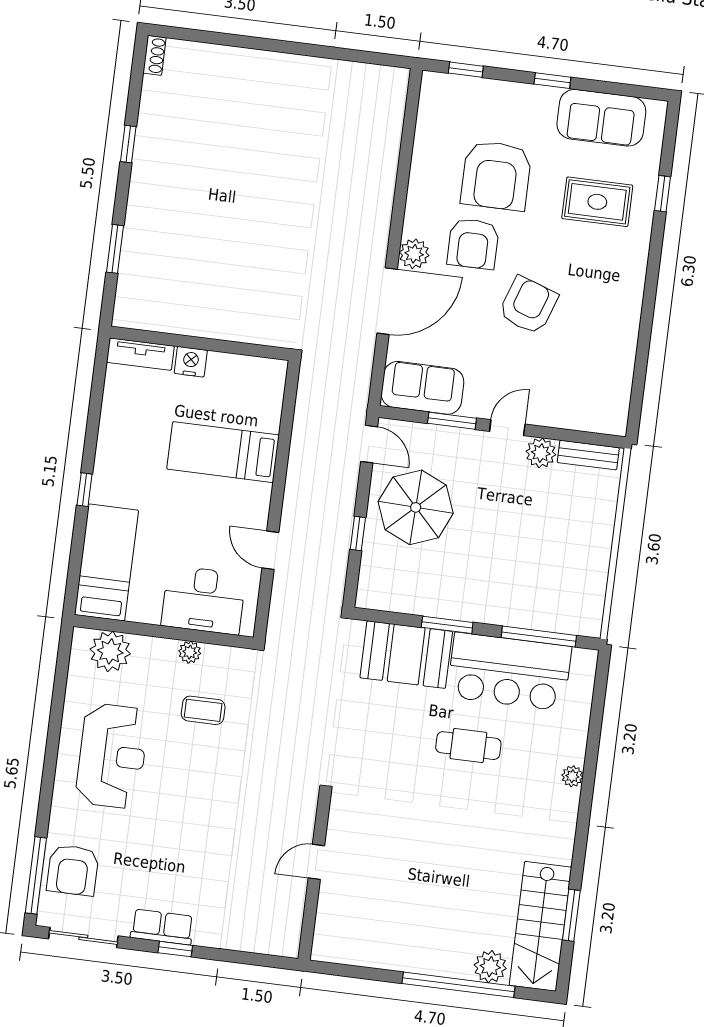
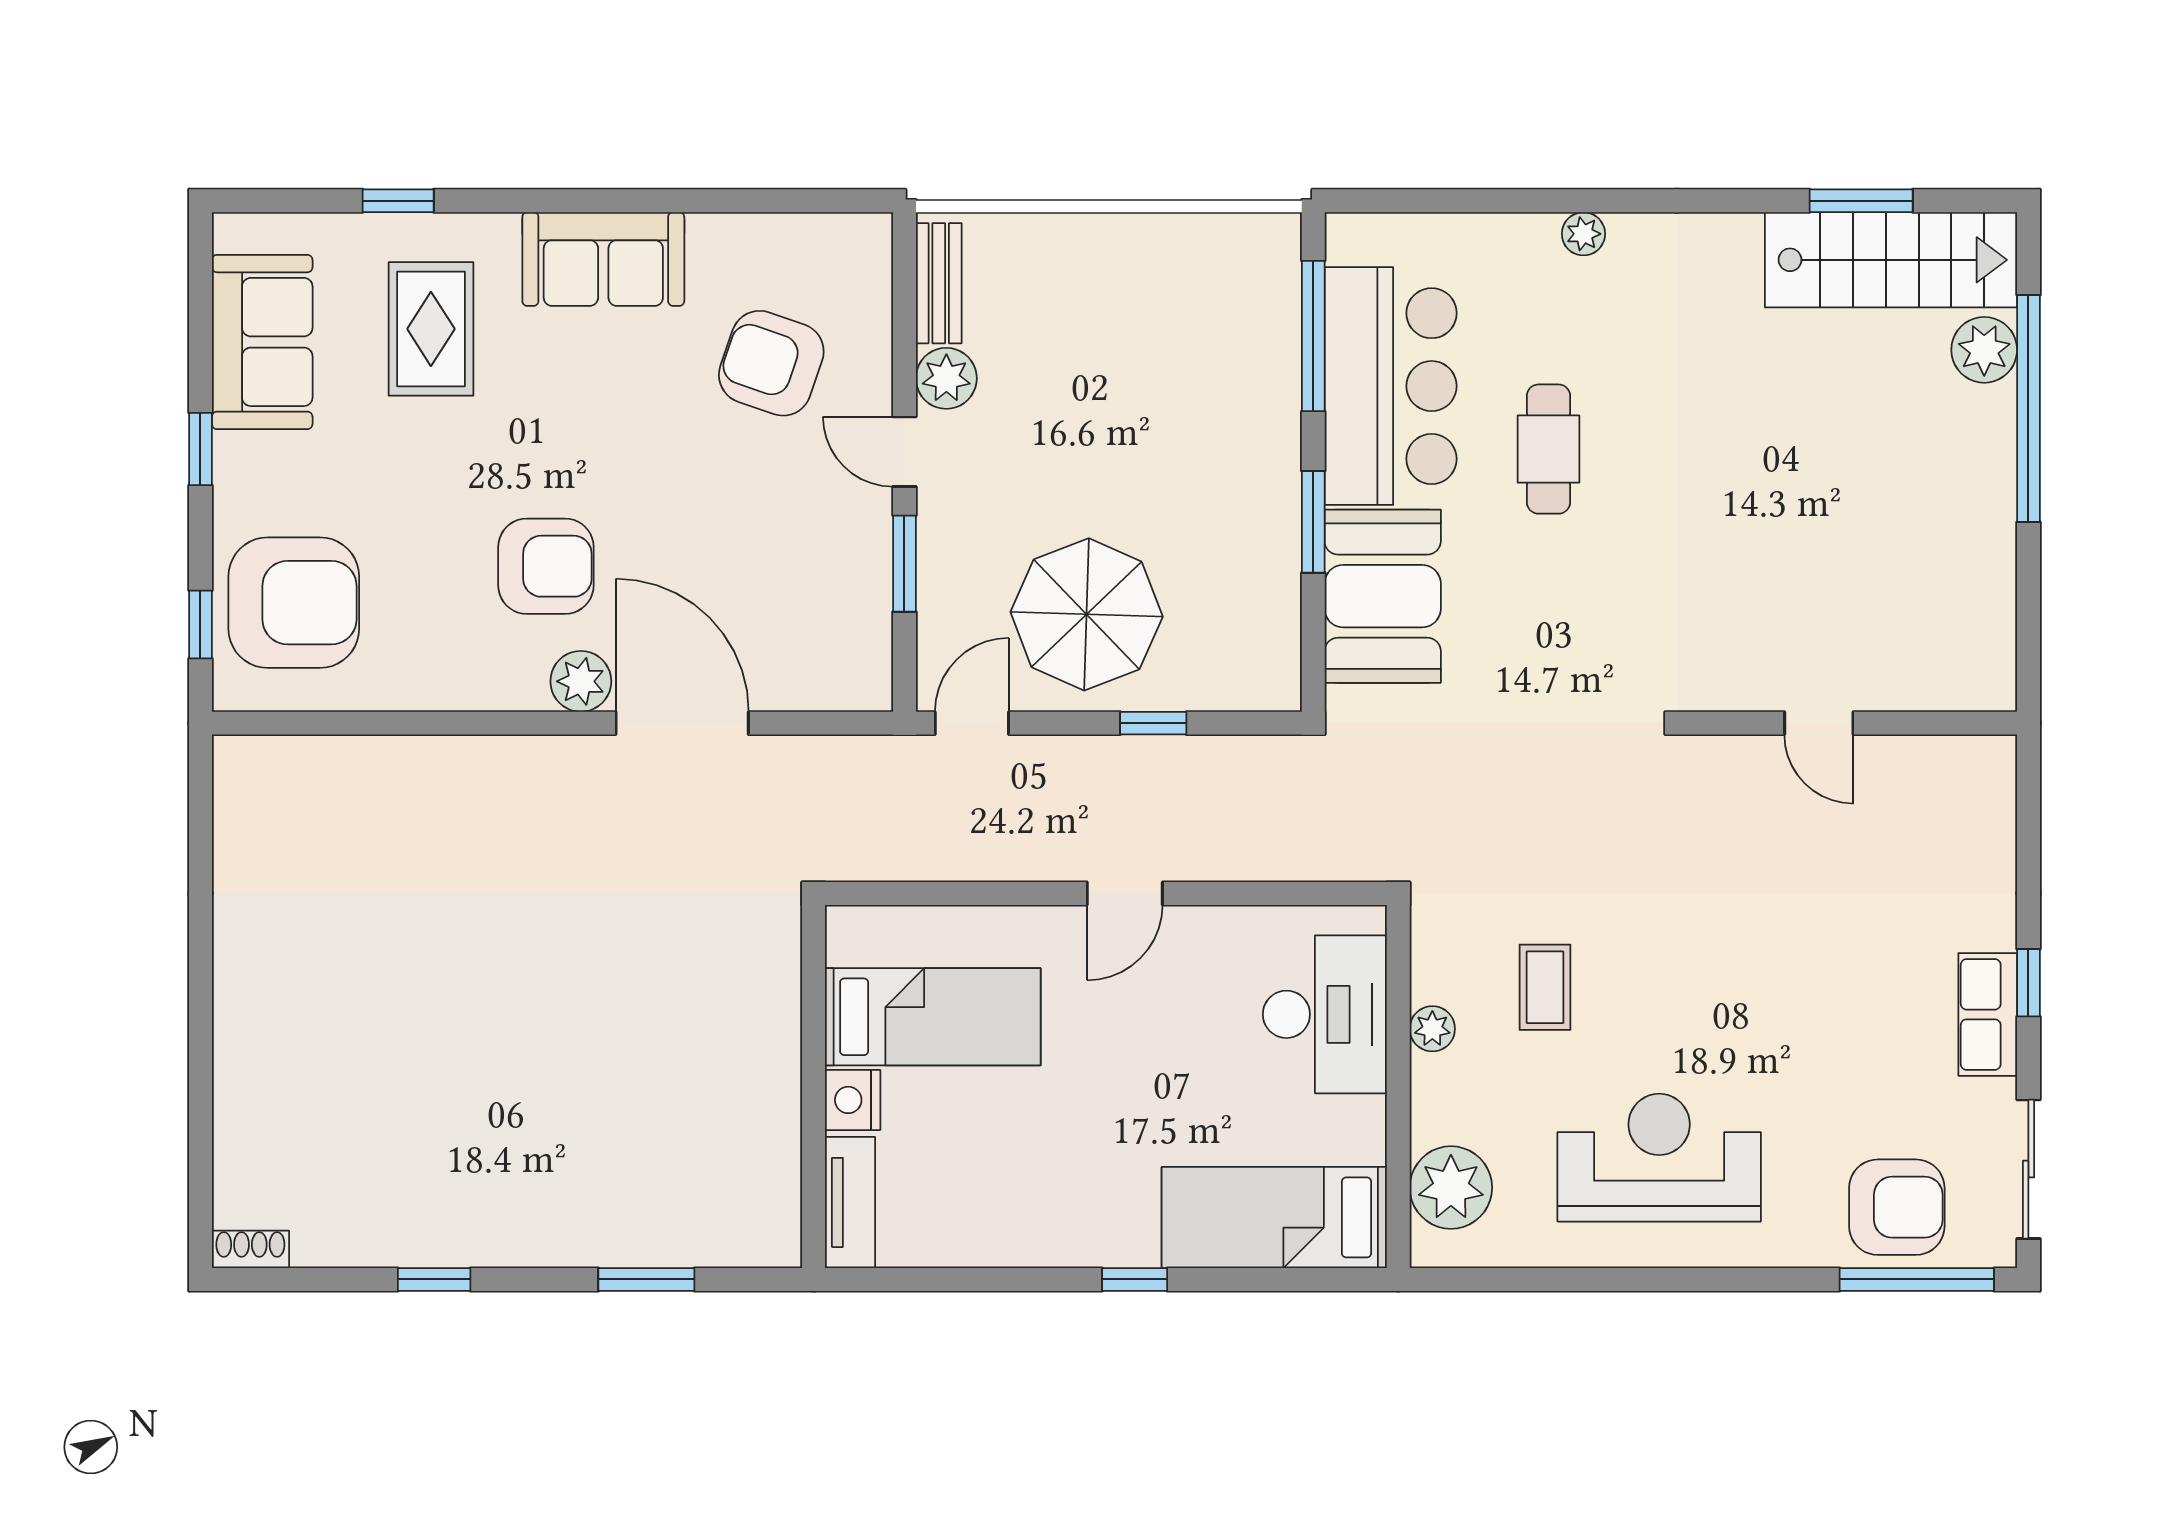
armchair: (496, 176) -> (294, 603), moved
armchair: (528, 305) -> (771, 363), moved
sofa: (423, 388) -> (603, 259), moved, turned -90
bed: (223, 452) -> (933, 1017), moved, turned -90
door: (270, 550) -> (1125, 893), moved

